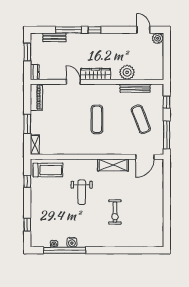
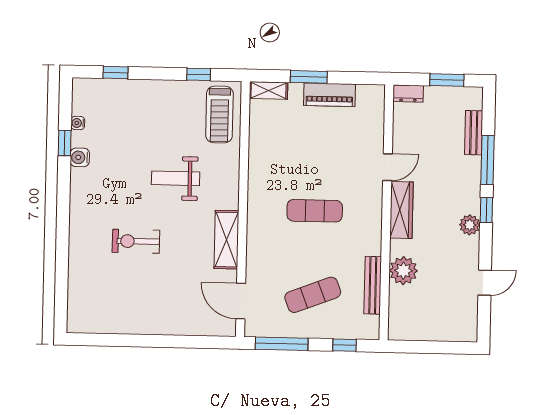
door: (143, 30) -> (485, 283), moved
plant: (158, 38) -> (470, 225), moved
piano: (36, 97) -> (330, 95), moved
window: (65, 250) -> (65, 143), width x0.32

